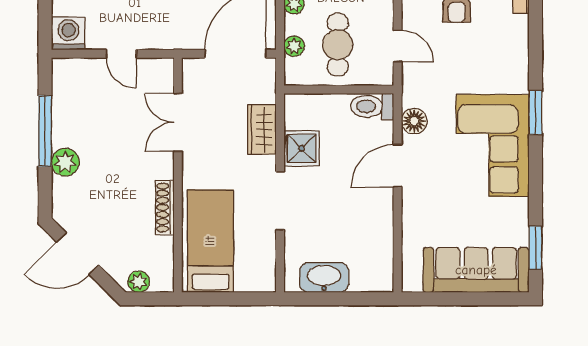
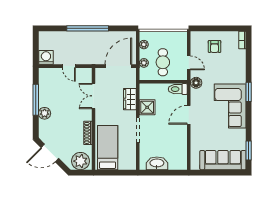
floor lamp: (414, 121) -> (196, 83), moved
plant: (139, 282) -> (80, 161), width x1.87, depth x1.87

